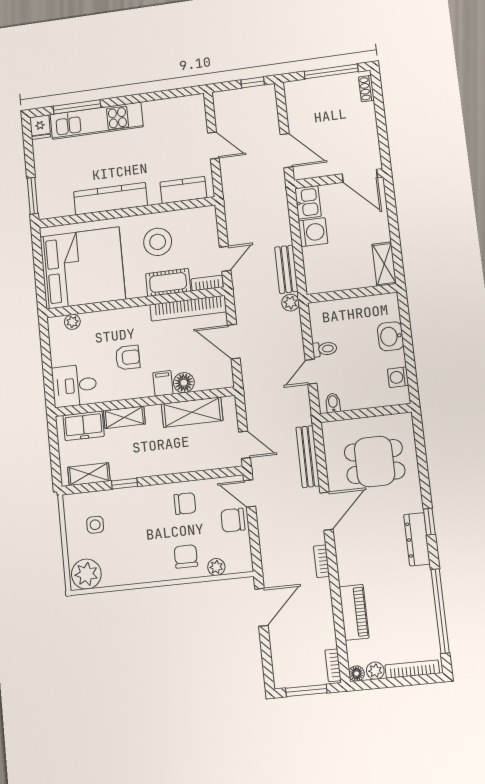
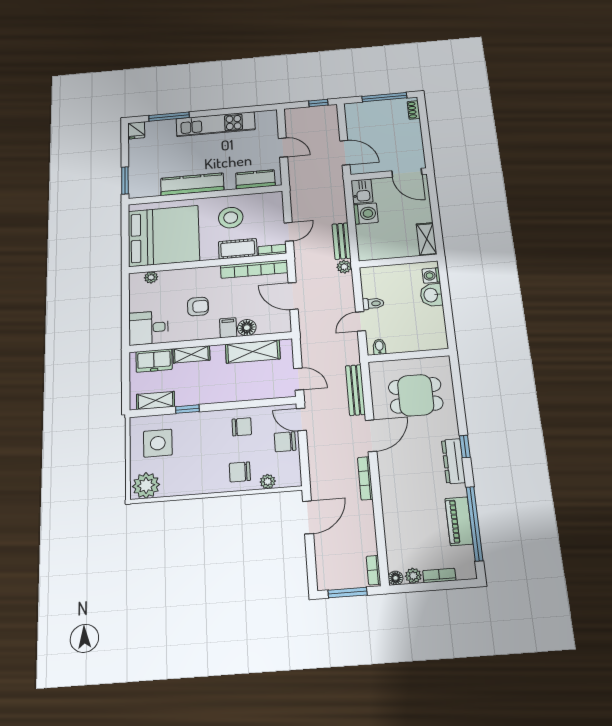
kitchen unit: (97, 121) -> (216, 124), moved
washing machine: (398, 377) -> (431, 275), moved
side table: (95, 525) -> (158, 443), width x1.87, depth x1.87
chair: (186, 556) -> (240, 472), turned -90
bookcase: (321, 561) -> (365, 478), width x1.56
piano: (354, 612) -> (459, 521), moved, turned 180
bookcase: (412, 669) -> (439, 575), width x0.64

